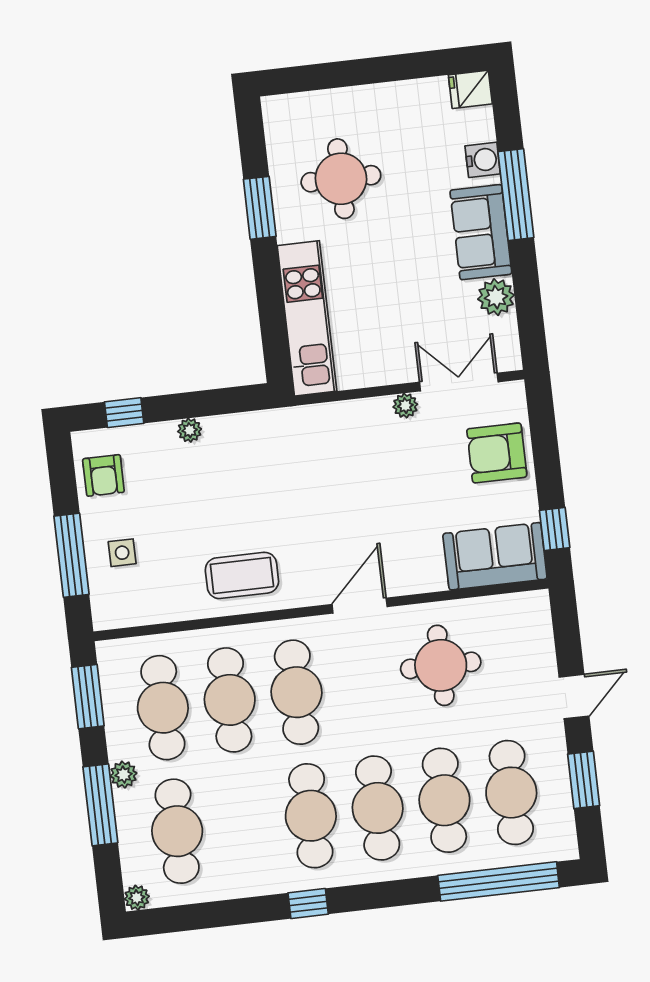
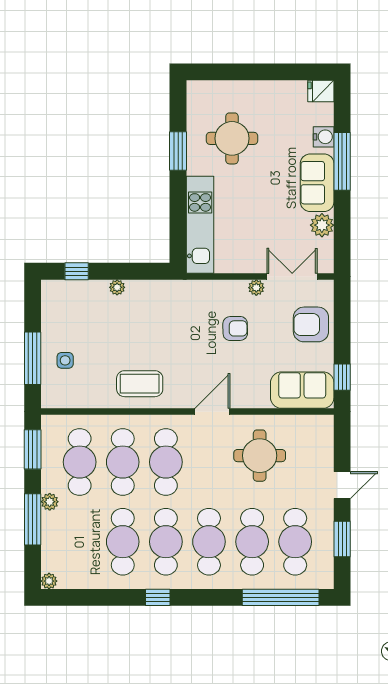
armchair: (103, 475) -> (235, 328), moved, turned -91
cafe table: (177, 831) -> (123, 542), moved

